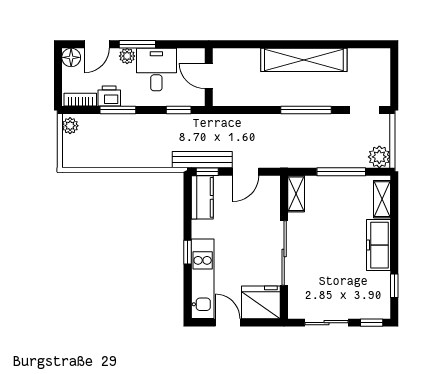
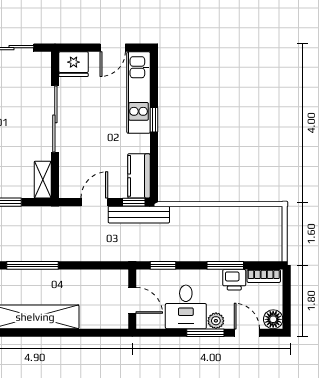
door: (97, 44) -> (247, 333), hinge flipped
plant: (70, 126) -> (274, 249), removed
fridge: (261, 302) -> (74, 64), width x0.73, depth x0.75
door: (228, 323) -> (113, 48), hinge flipped

